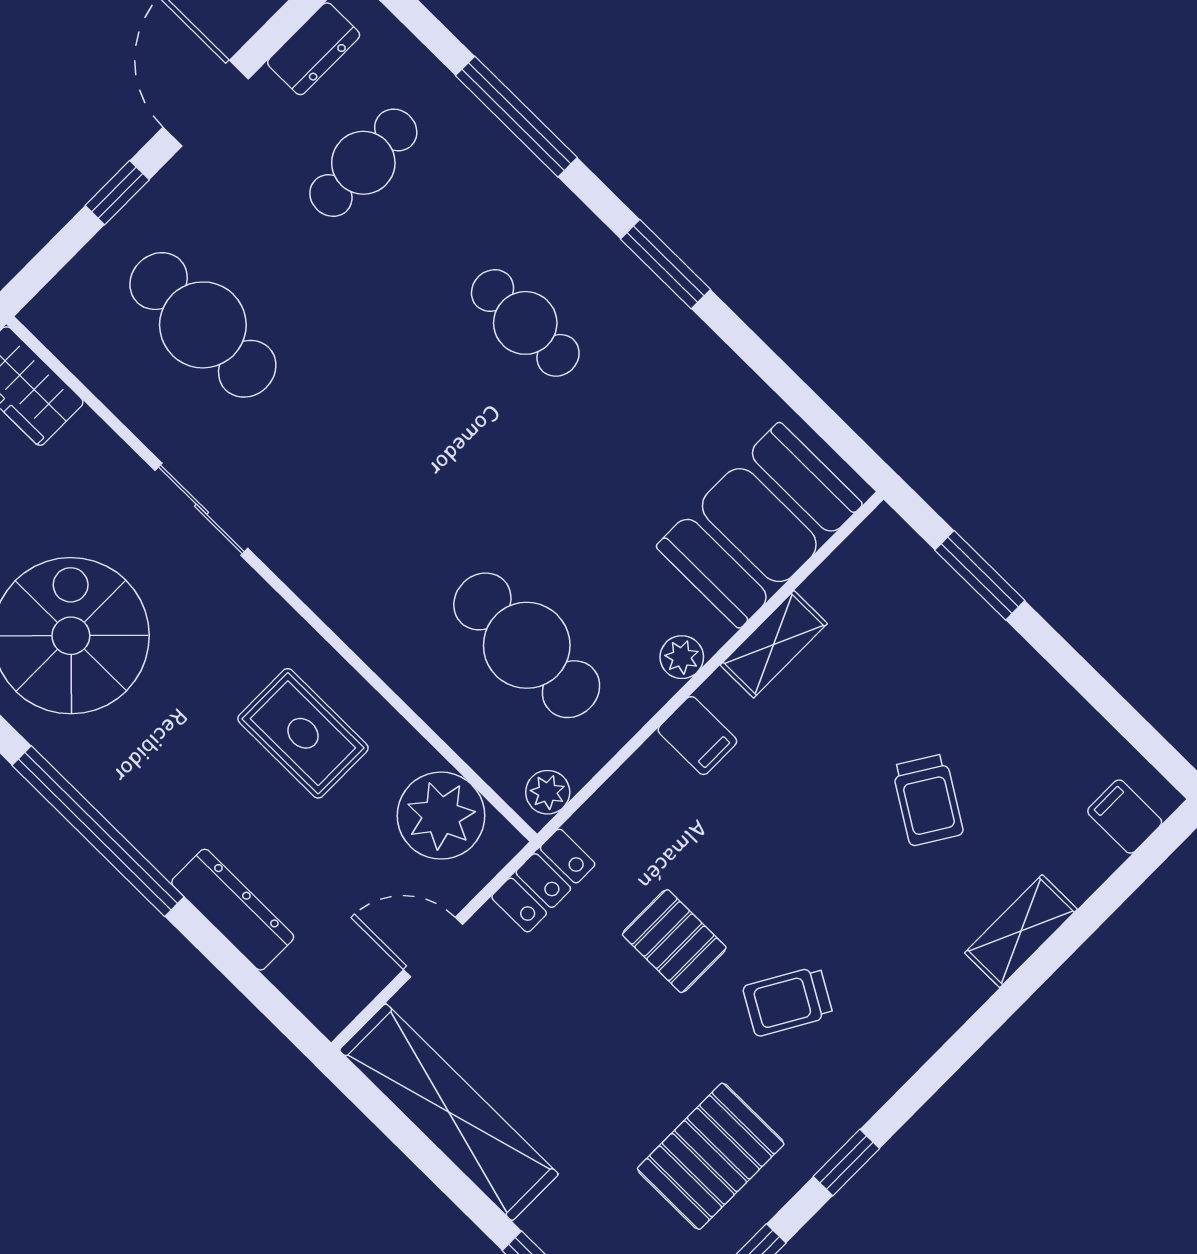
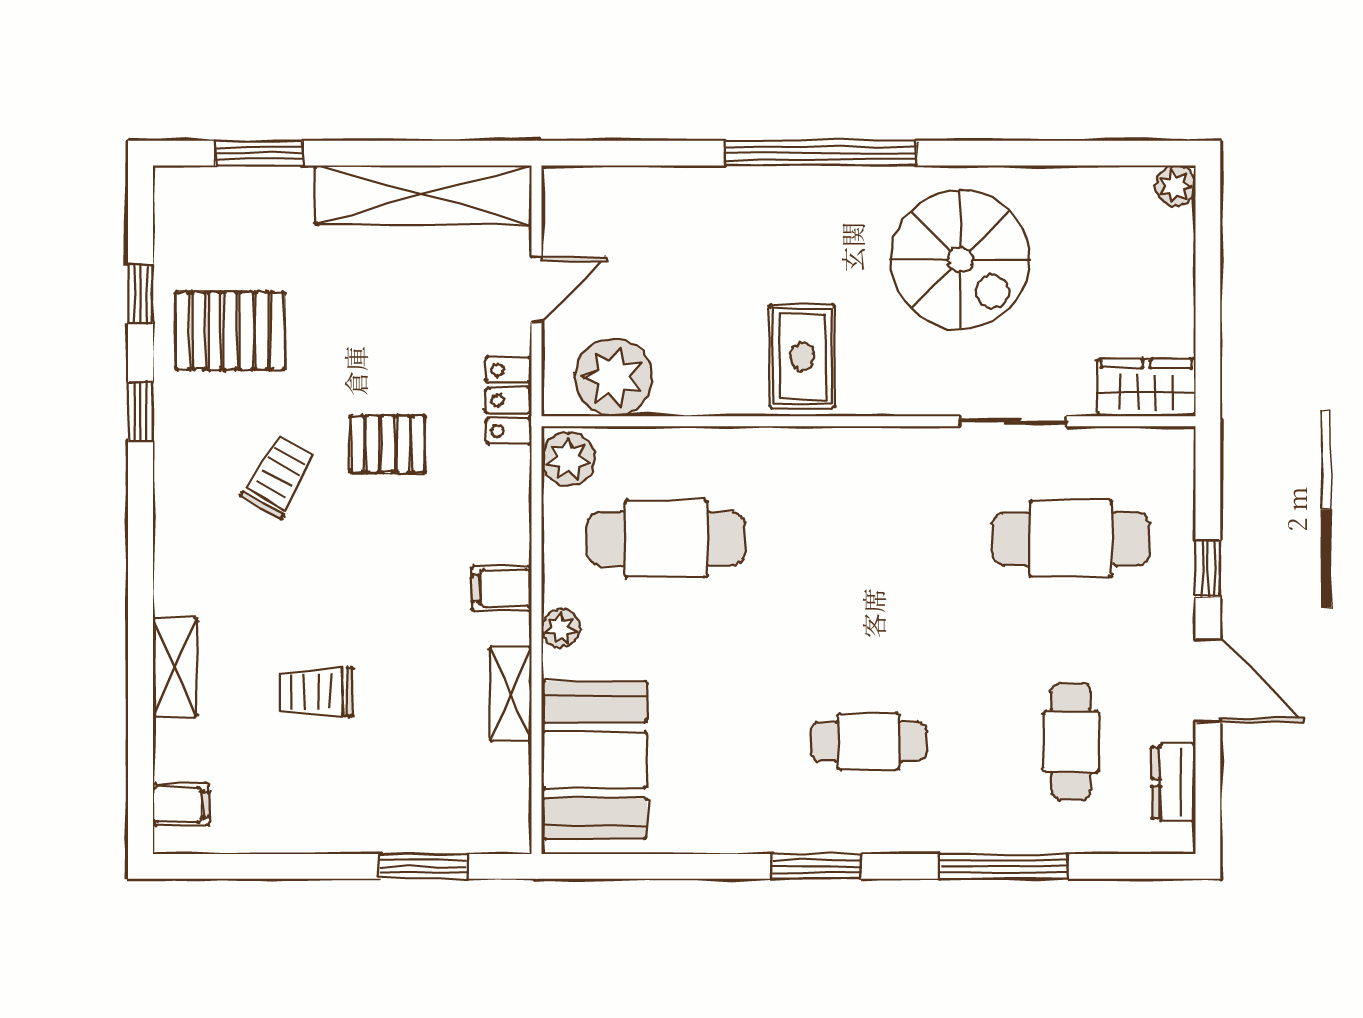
sliding door: (201, 509) -> (1013, 421), moved
rug: (303, 733) -> (802, 356), moved, turned 90
plant: (548, 792) -> (568, 459), width x1.38, depth x1.38
trolley: (928, 800) -> (316, 692), turned -32
dresser: (233, 910) -> (687, 188), removed
pallet: (711, 1156) -> (230, 331), turned 90

